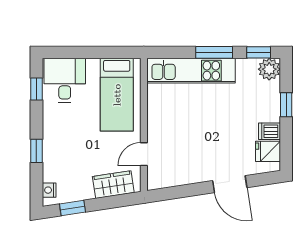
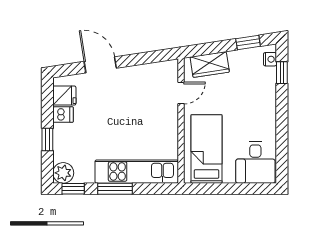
window: (36, 89) -> (282, 154), removed
window: (36, 151) -> (282, 73), moved

